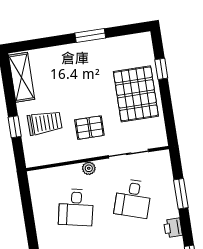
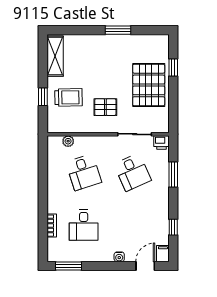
plant: (89, 168) -> (68, 141), moved
desk: (133, 198) -> (132, 172), turned -42
desk: (76, 207) -> (84, 172), turned -30
printer: (173, 228) -> (161, 142), moved, turned -90

